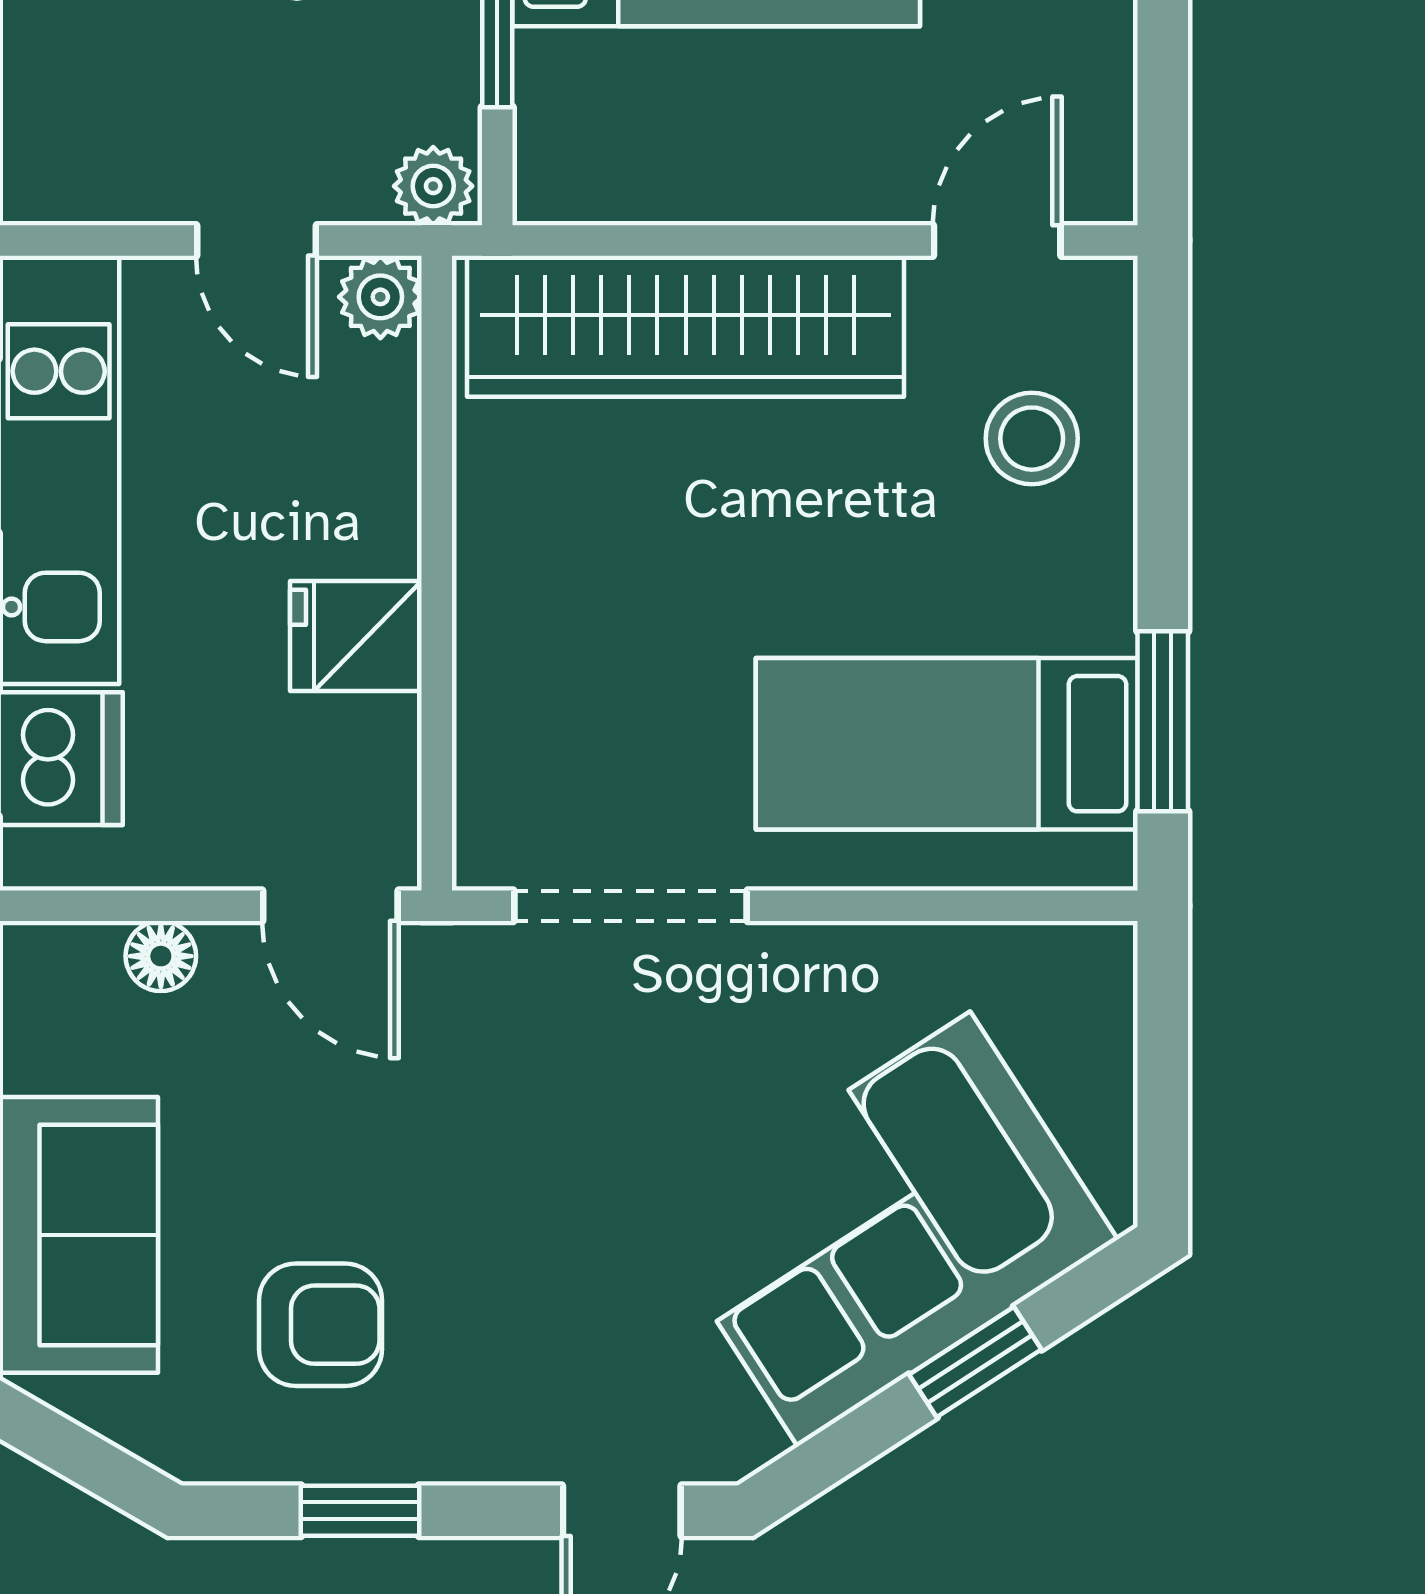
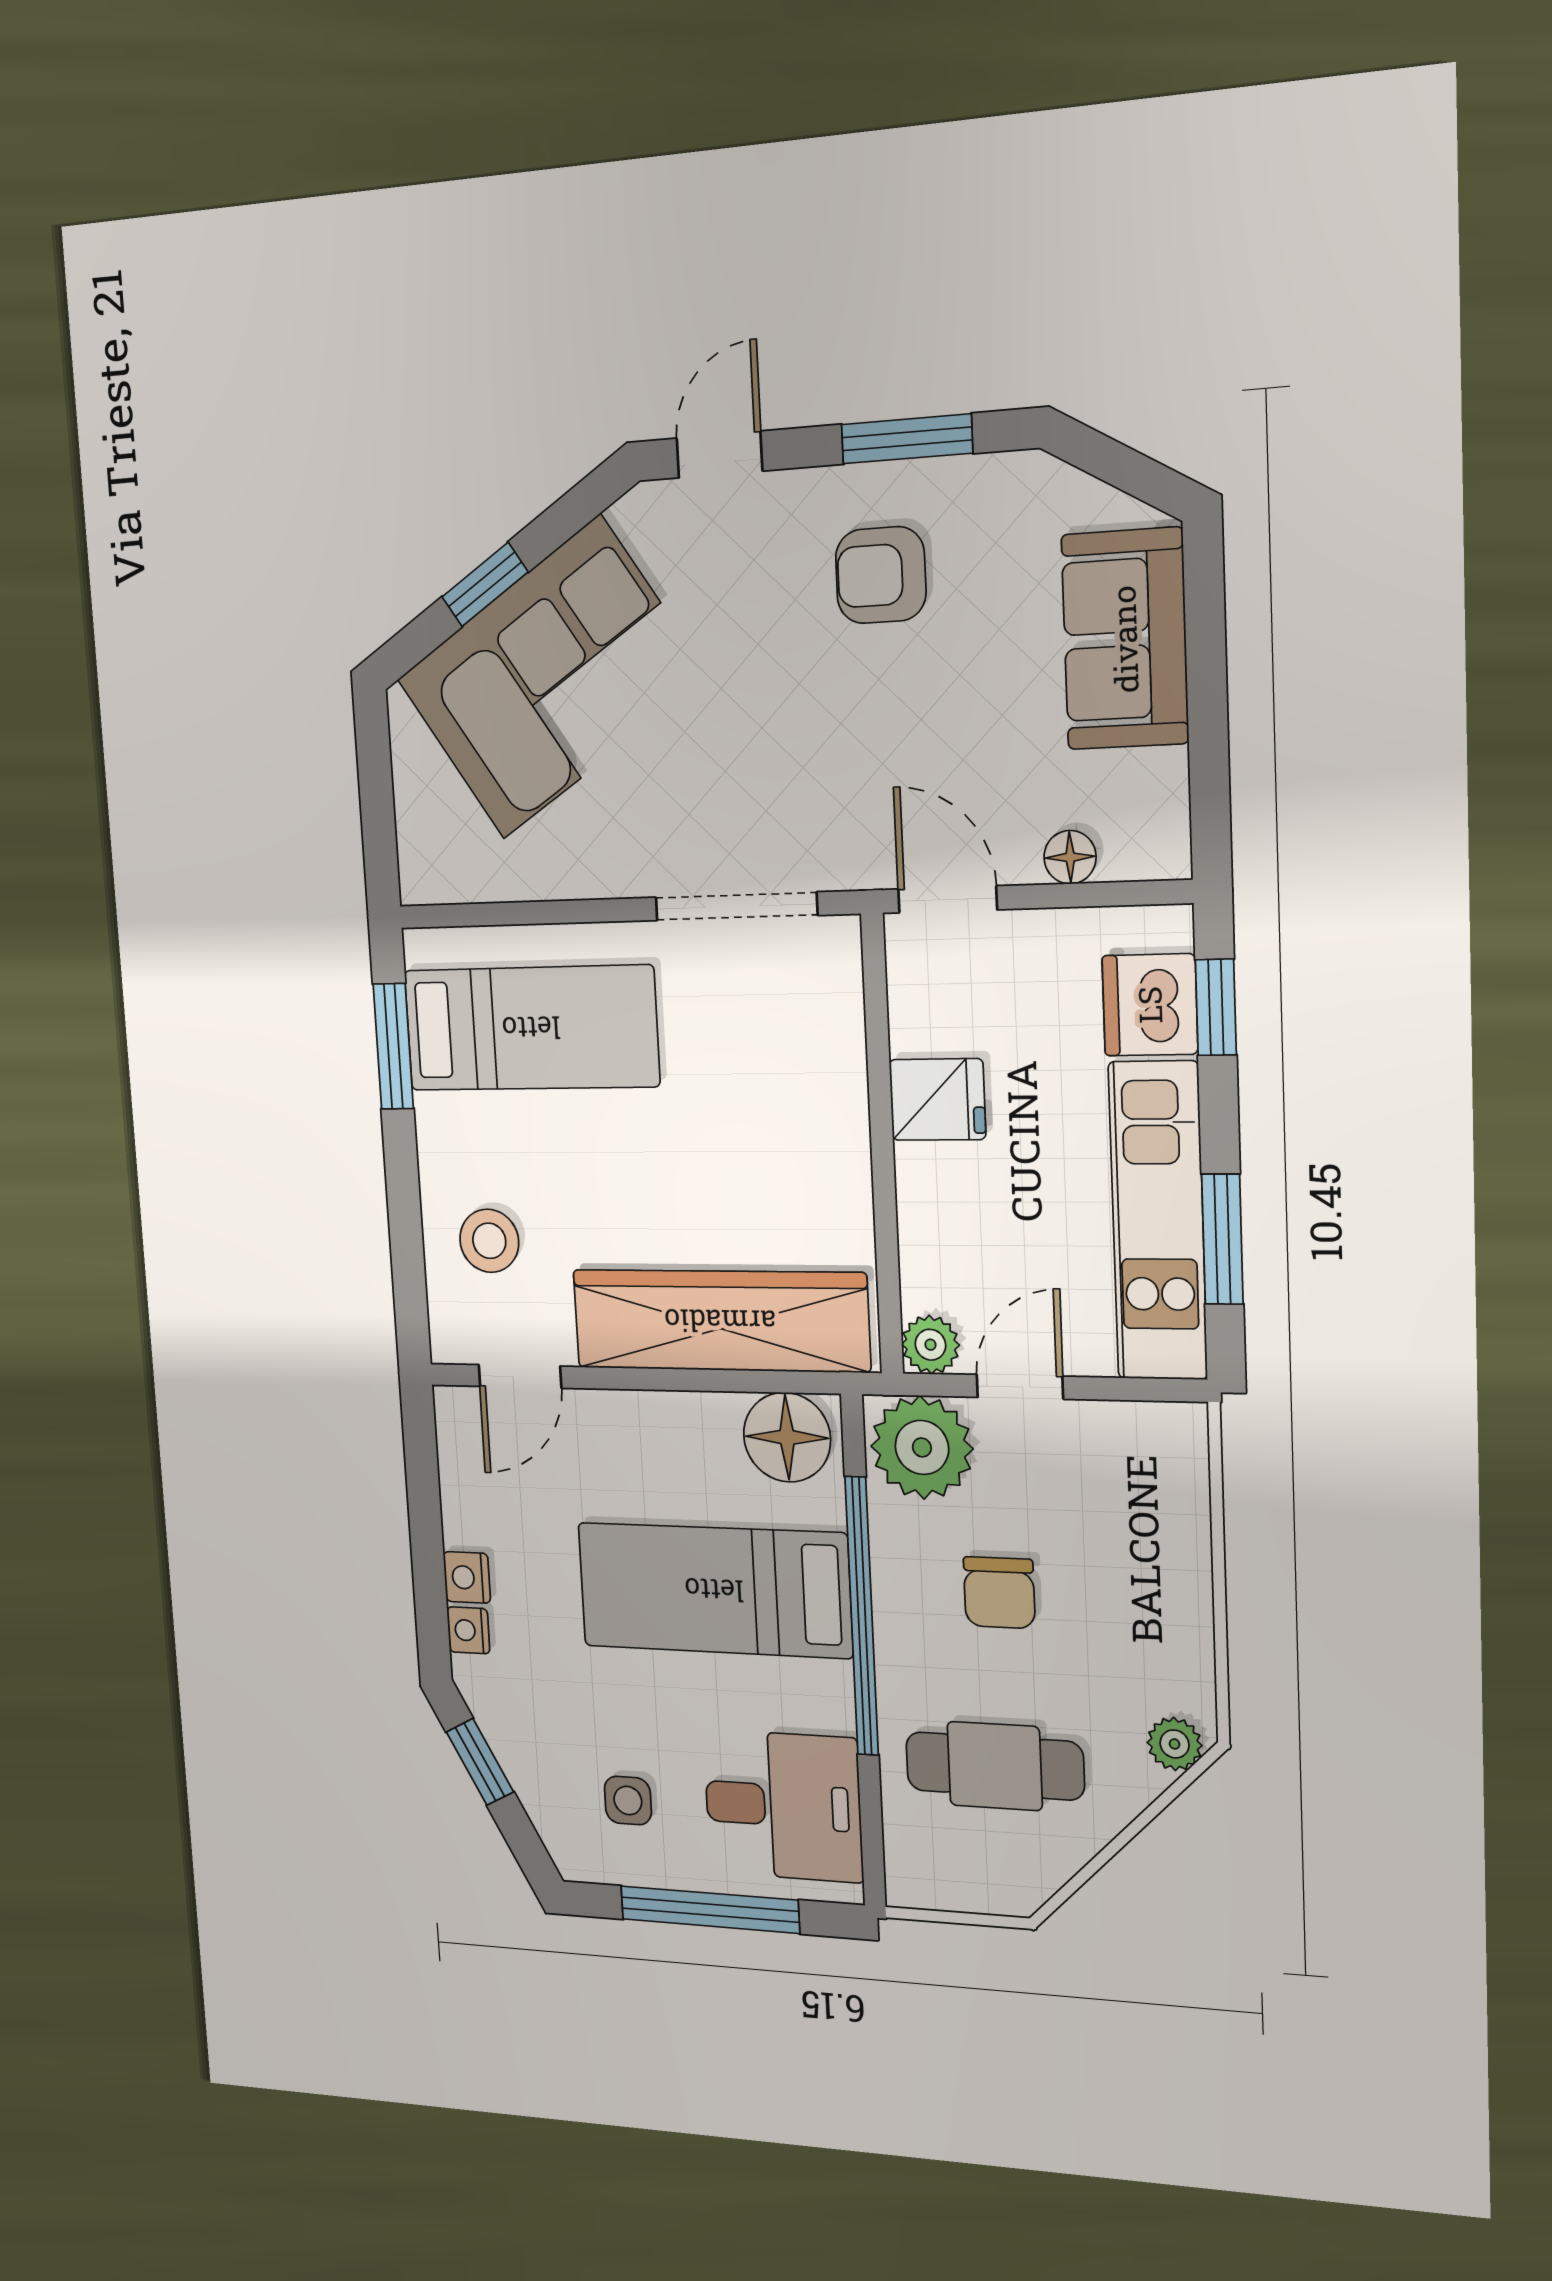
floor lamp: (595, 161) -> (787, 1437), added
plant: (433, 186) -> (922, 1447), width x1.88, depth x1.88
door: (256, 240) -> (1020, 1387), hinge flipped
armchair: (320, 1325) -> (881, 575), moved
window: (360, 1511) -> (907, 439), width x1.50

